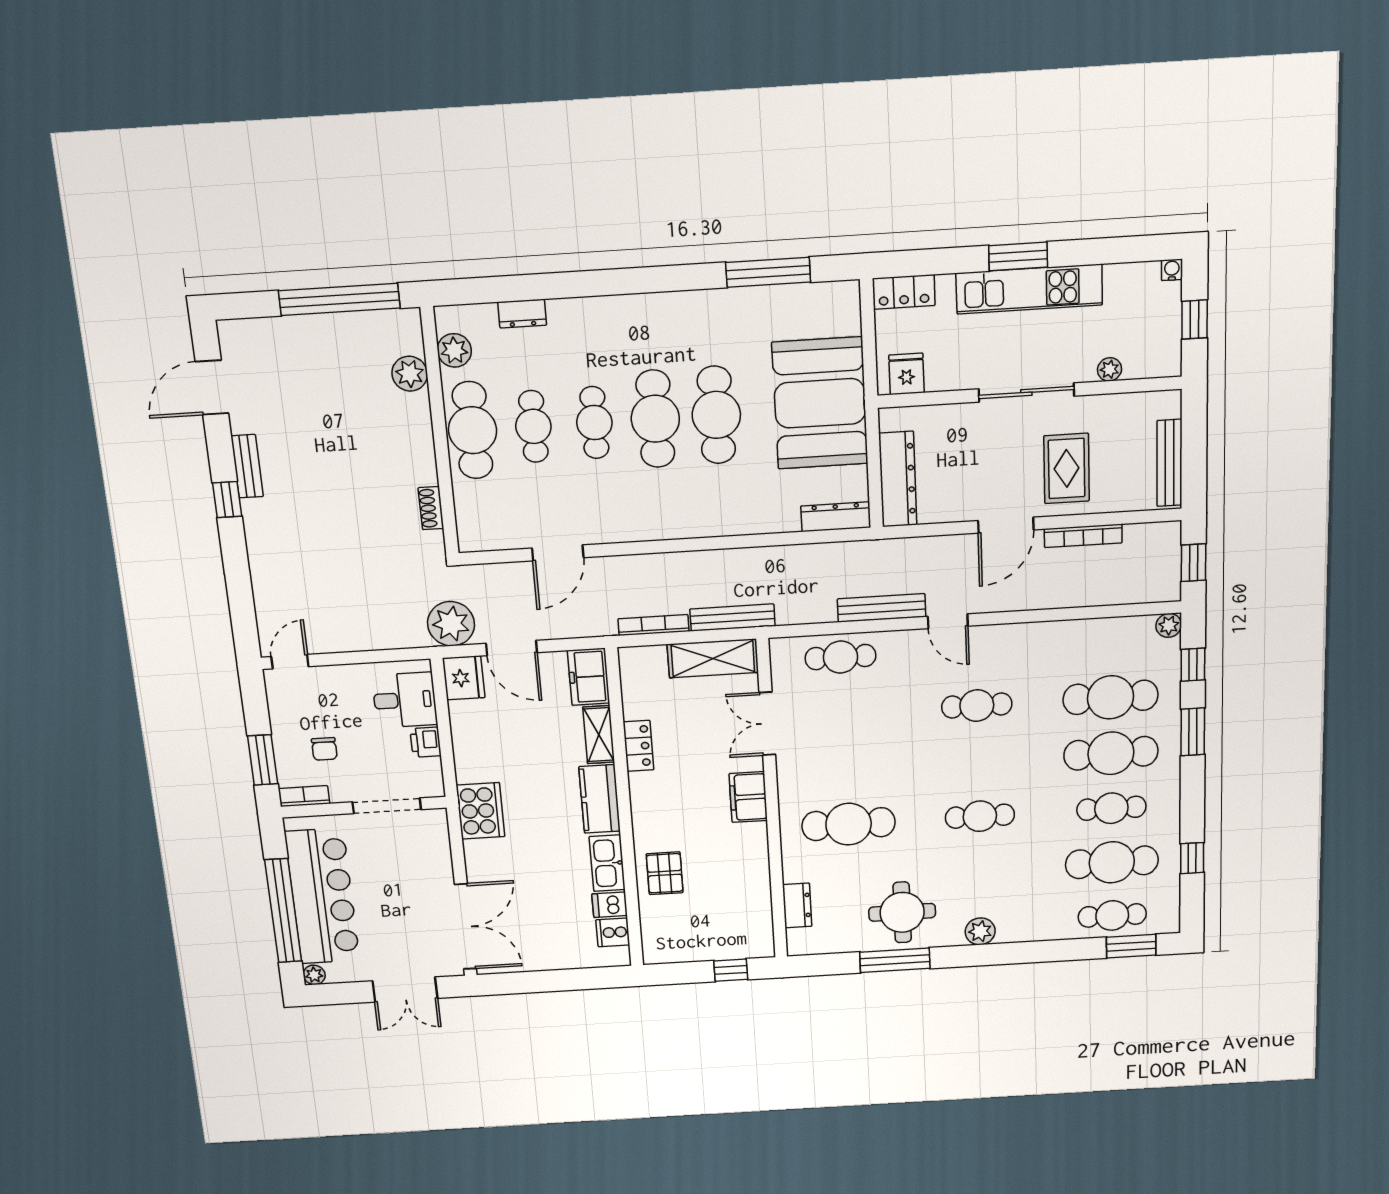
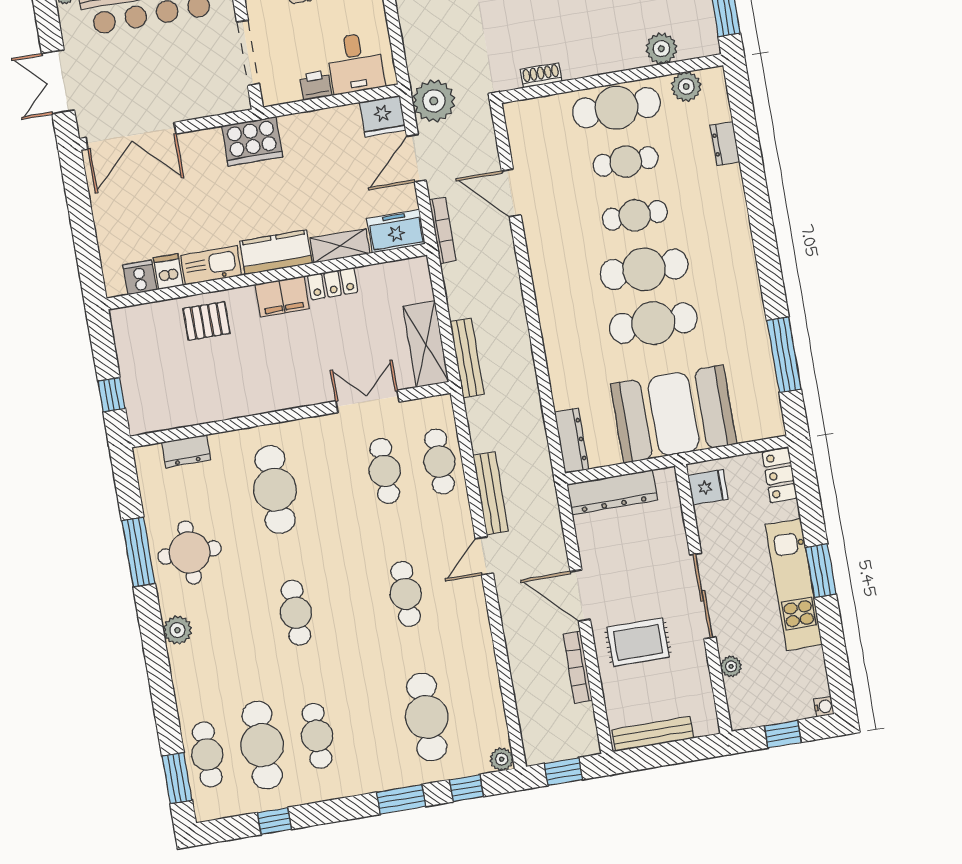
bookcase: (654, 625) -> (443, 230), moved
cafe table: (1111, 753) -> (385, 471), moved, width x0.73, depth x0.74
filing cabinet: (748, 797) -> (282, 296), moved, turned 180

